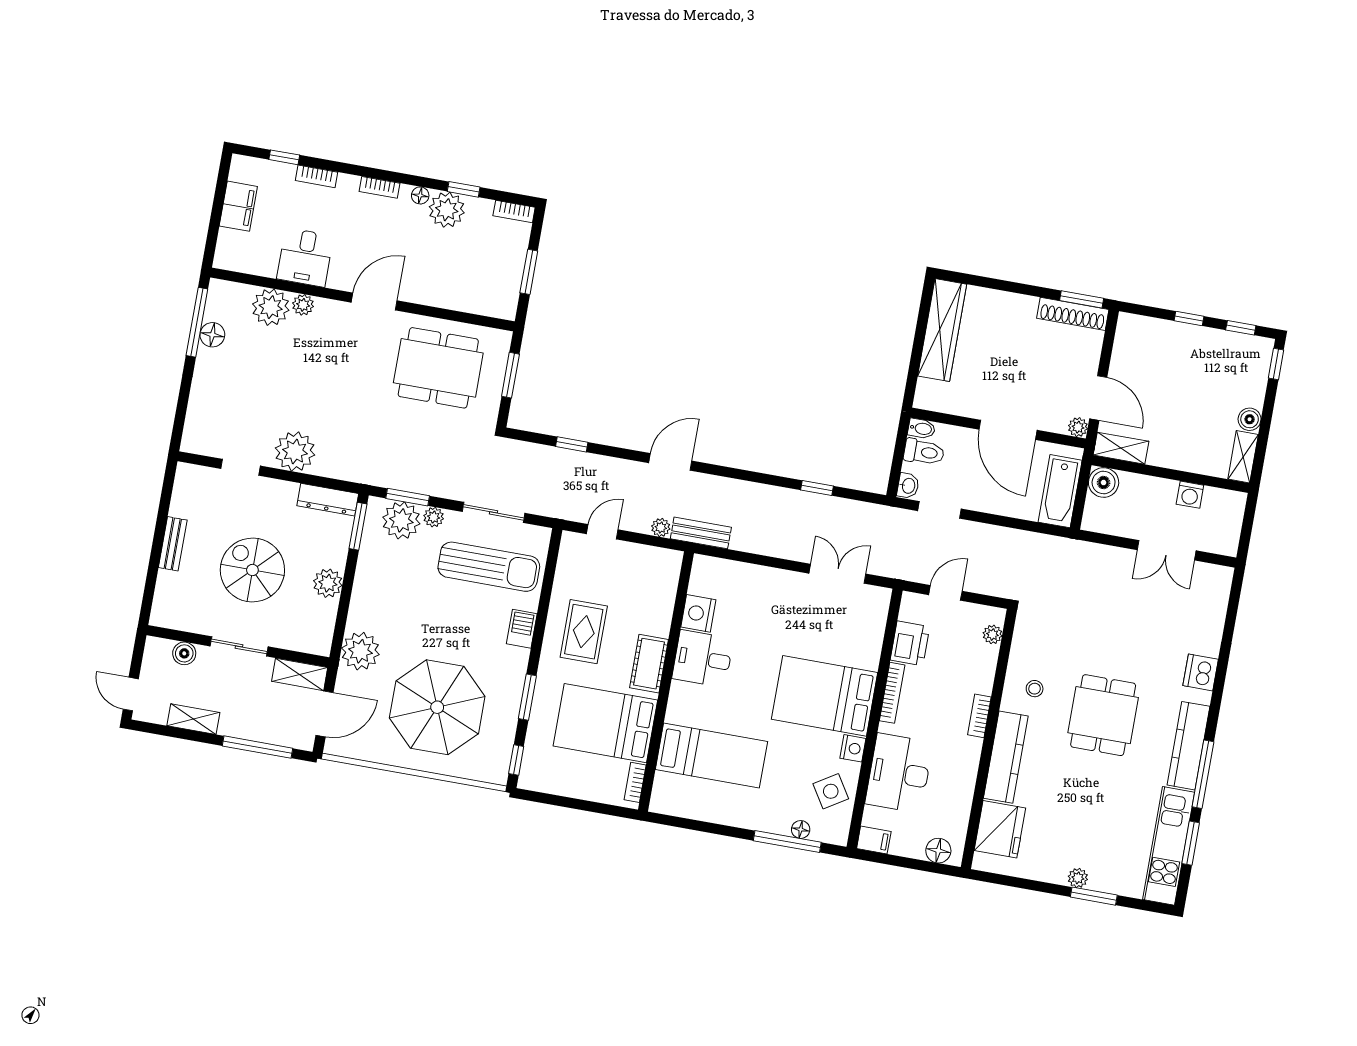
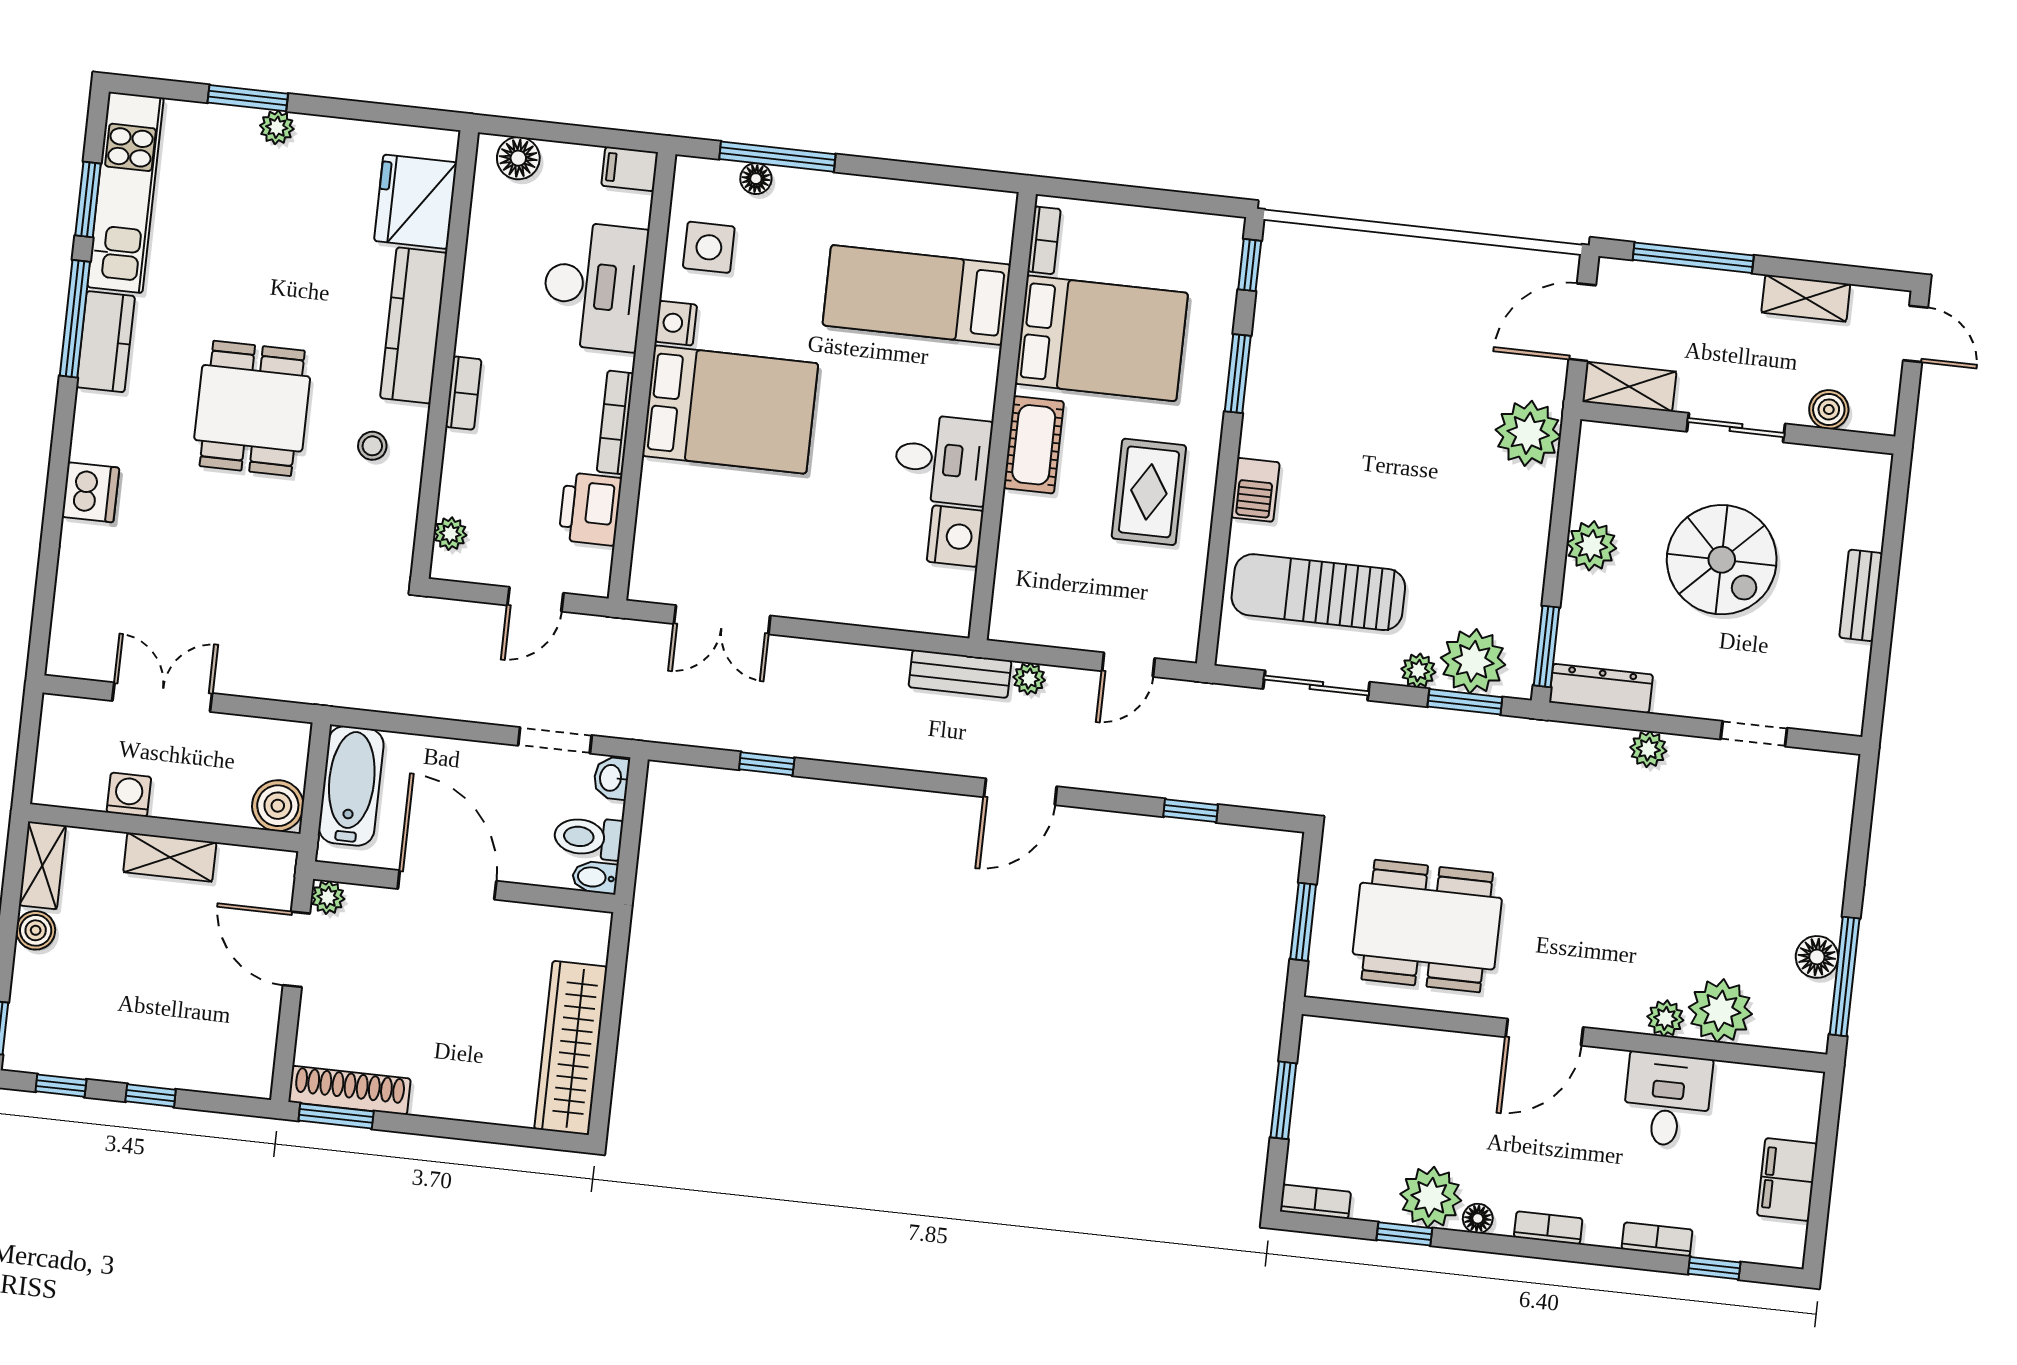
shelving: (1121, 448) -> (170, 857), moved
plant: (295, 452) -> (1648, 749), width x0.53, depth x0.53
parasol: (437, 707) -> (1391, 346), removed
kitchen counter: (1188, 746) -> (106, 342), width x0.67
side table: (831, 791) -> (709, 247), turned 32

